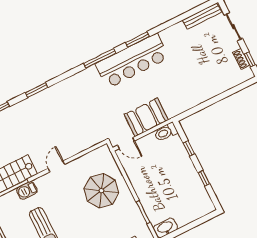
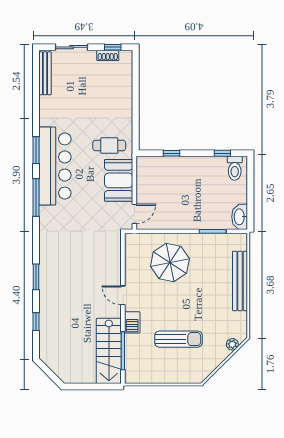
cafe table: (170, 96) -> (109, 146), added
toilet: (166, 132) -> (235, 168), moved
window: (204, 178) -> (222, 153), moved
barbecue: (27, 190) -> (132, 322), moved

